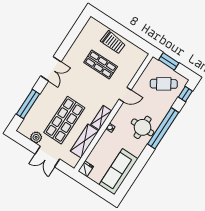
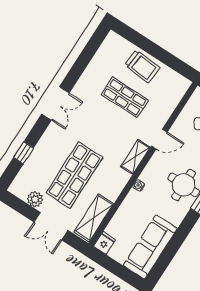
window: (28, 104) -> (24, 153), width x0.46
shelving: (101, 118) -> (135, 157), moved
shelving: (85, 141) -> (94, 218), moved

